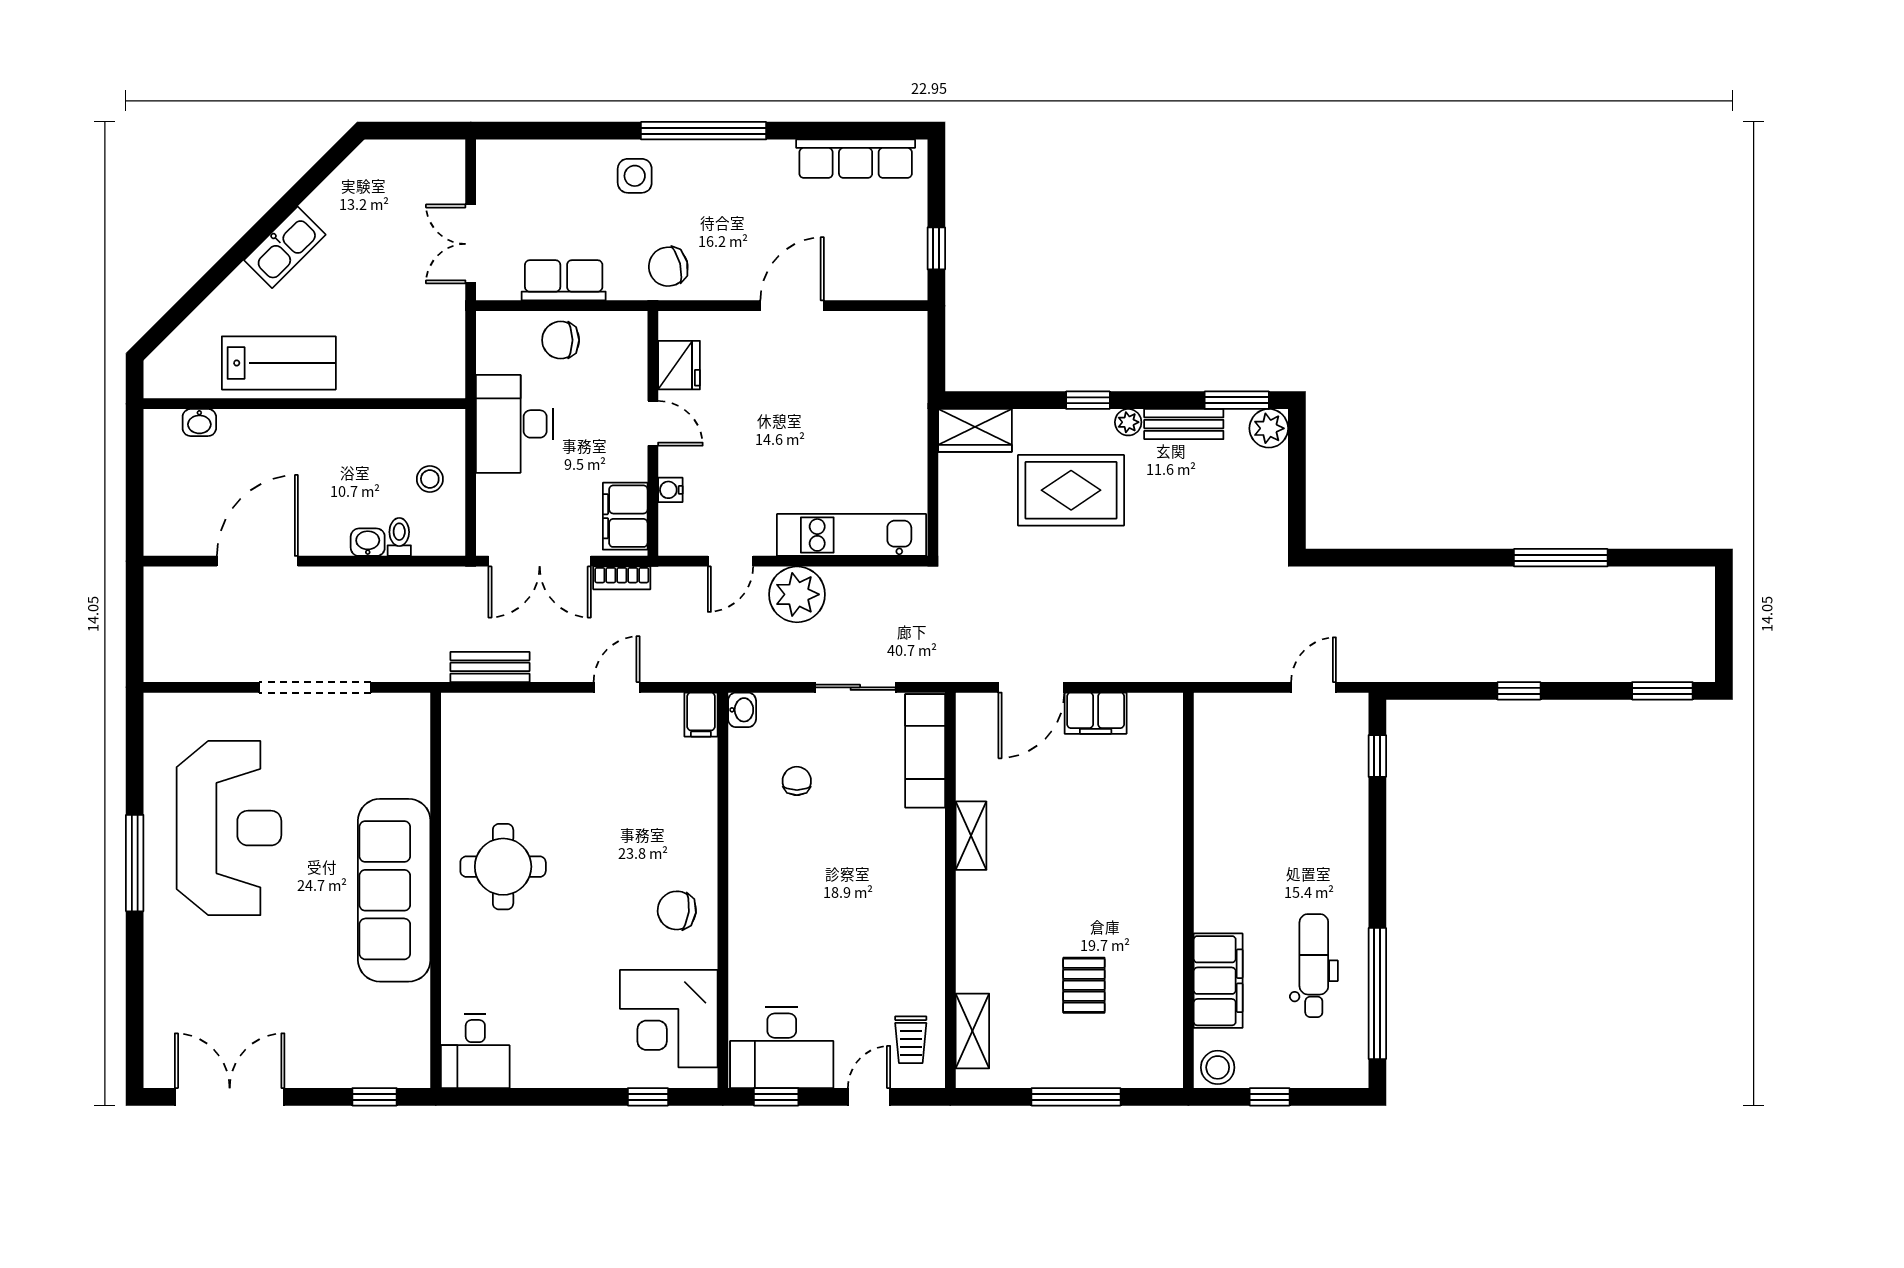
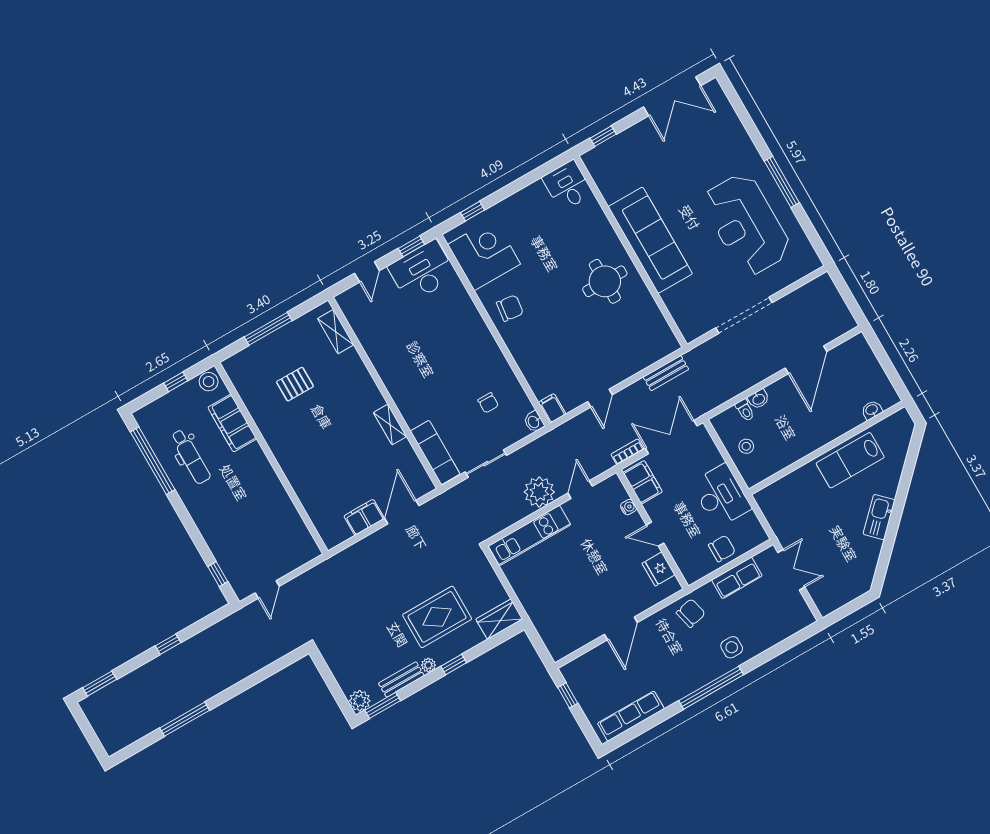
pallet: (1084, 985) -> (295, 384), turned 90
trolley: (911, 1040) -> (363, 311), removed

